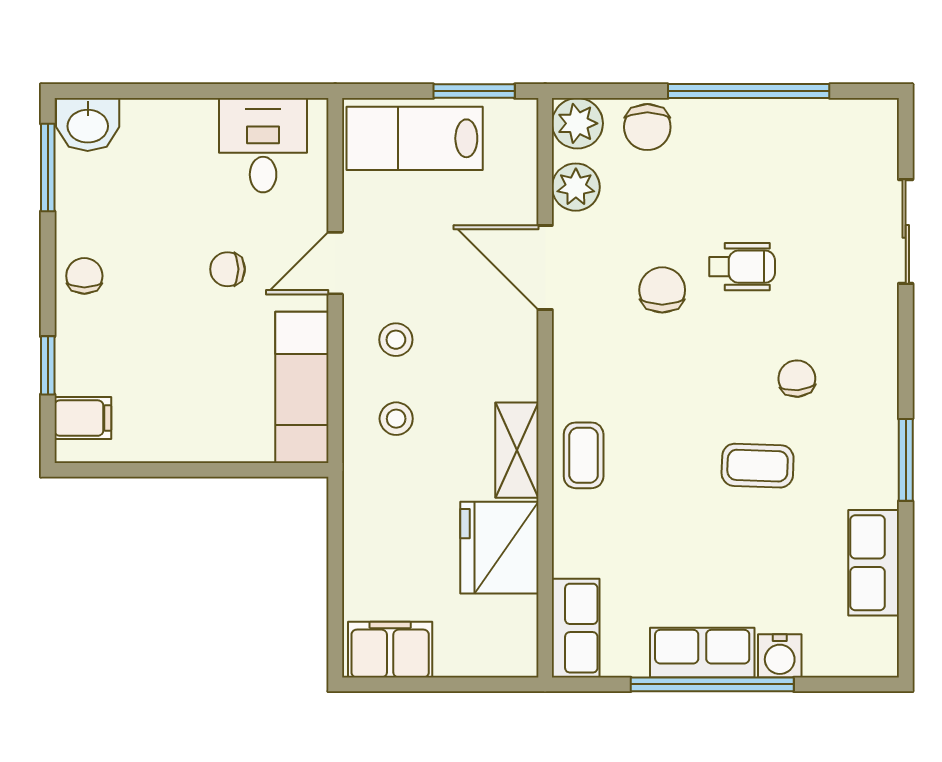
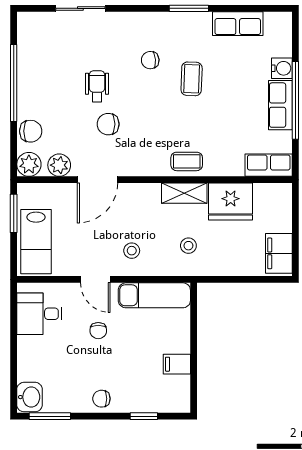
filing cabinet: (83, 418) -> (177, 364), moved, turned -90
stool: (396, 419) -> (188, 246), moved

